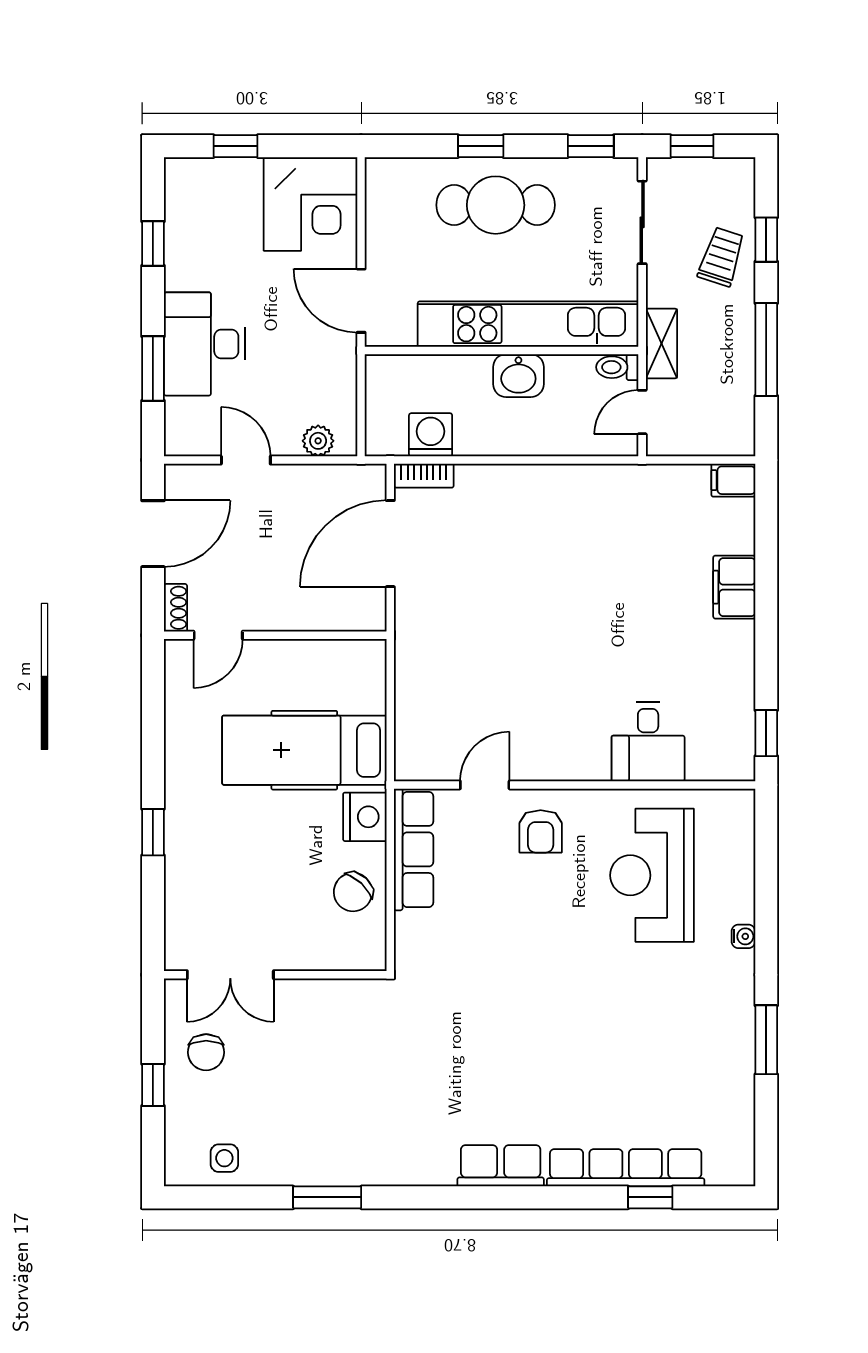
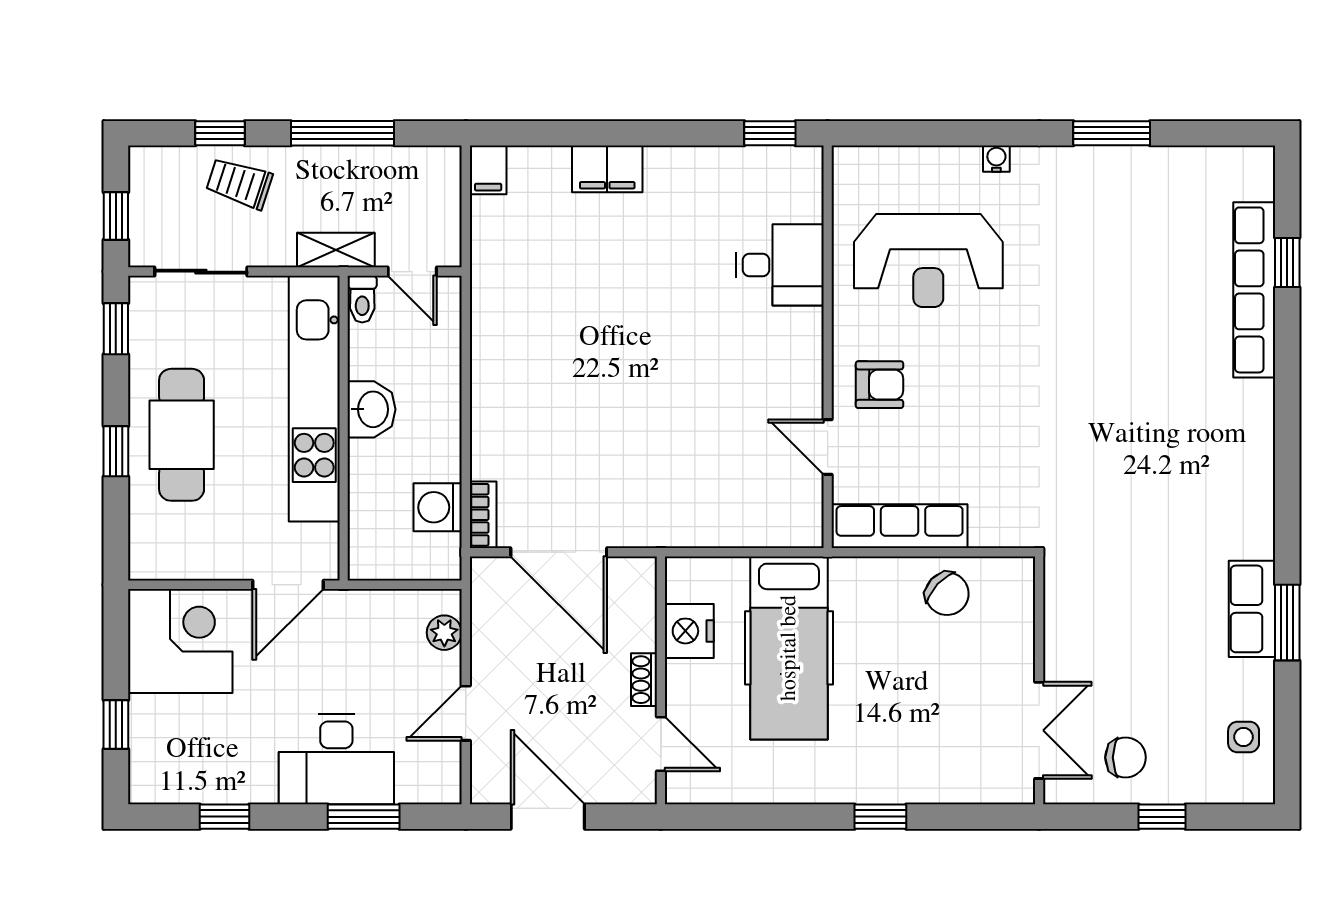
shoe rack: (176, 608) -> (644, 680), moved, turned -90
nightstand: (365, 817) -> (689, 631), moved, turned -90
row of seats: (501, 1166) -> (1252, 609), moved

